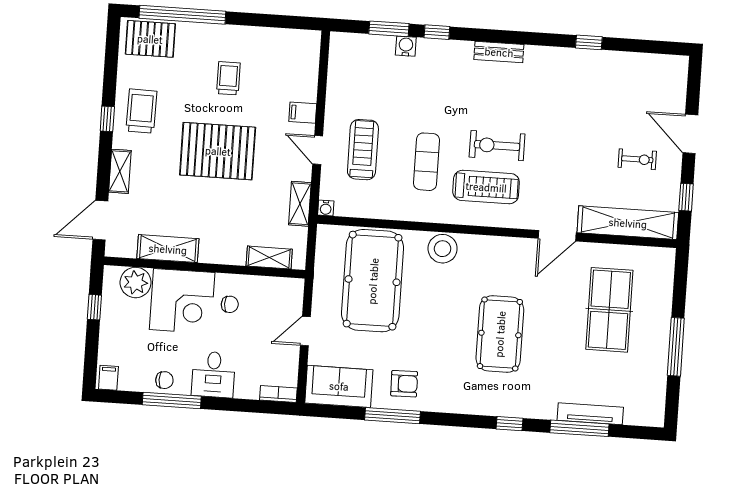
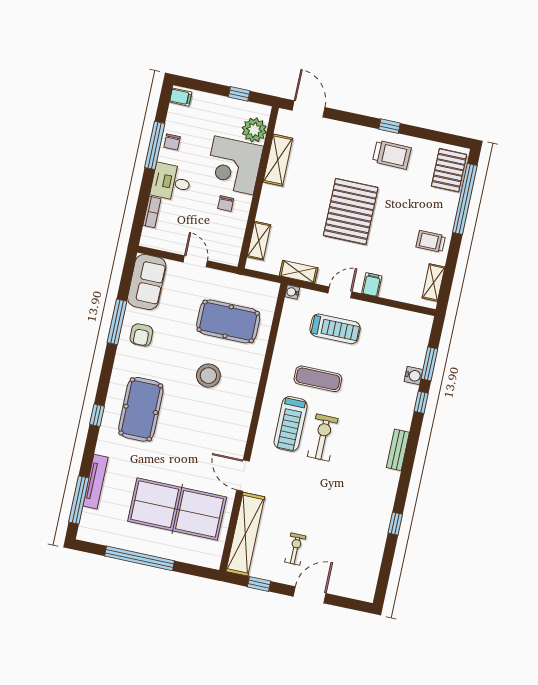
trolley: (228, 78) -> (431, 241), moved, turned 180
exercise bike: (637, 159) -> (295, 549), turned 180
shelving: (120, 171) -> (433, 282), moved, turned 90
stool: (443, 249) -> (208, 376), moved
pool table: (373, 281) -> (228, 321), width x0.73, depth x0.76
table tennis table: (609, 310) -> (177, 509), width x1.36, depth x1.32
pool table: (500, 334) -> (141, 409), moved, turned 90
window: (676, 347) -> (140, 558), width x1.46
bookcase: (278, 394) -> (152, 212), moved
window: (579, 428) -> (79, 500), moved

